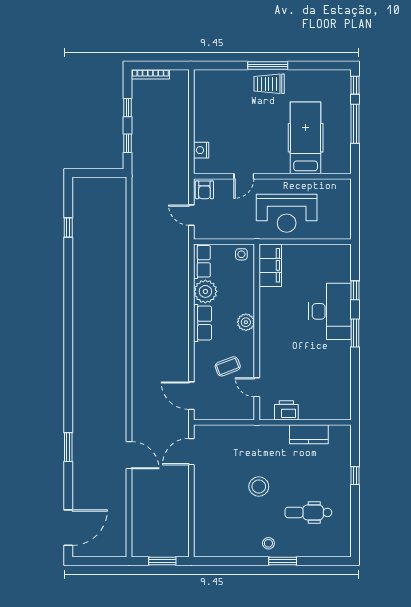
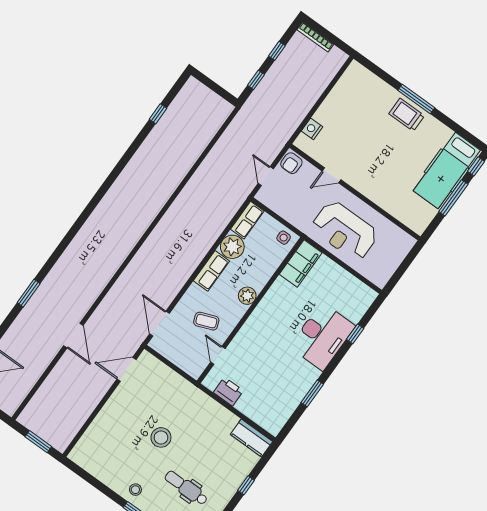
hospital bed: (306, 138) -> (447, 171), moved, turned 180
window: (355, 333) -> (312, 393), moved
kitchen counter: (309, 434) -> (251, 438), moved

